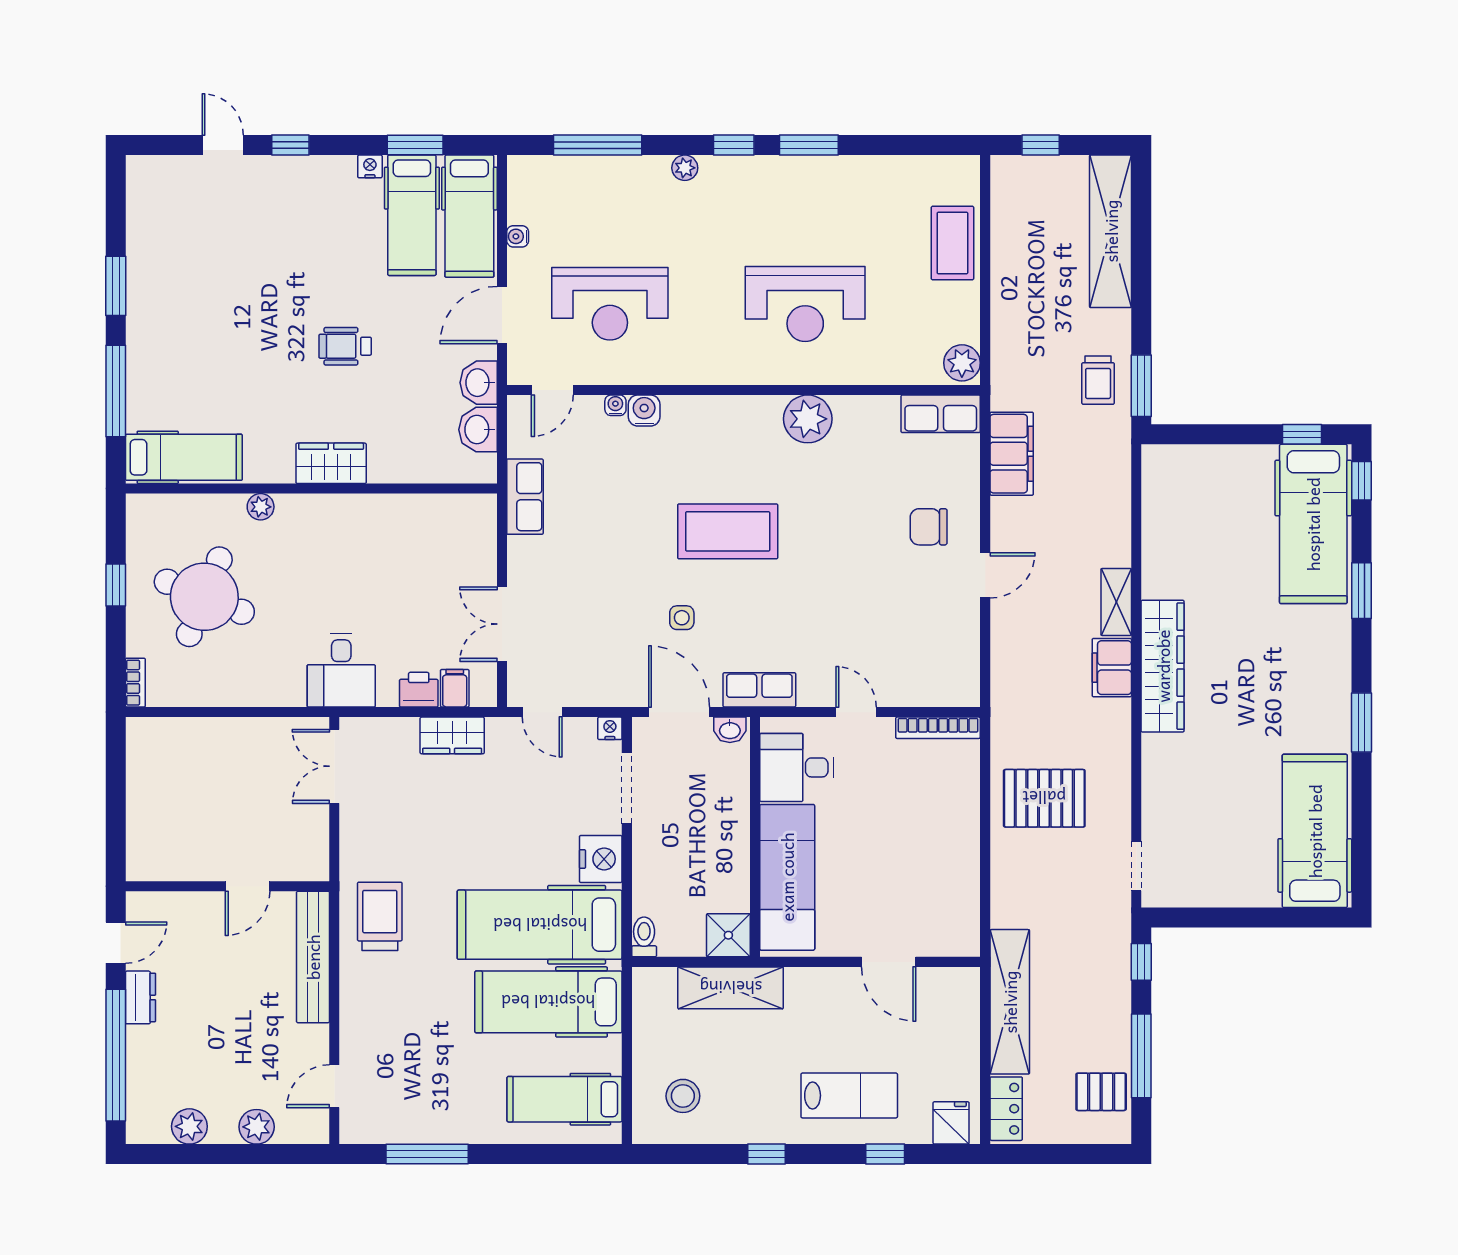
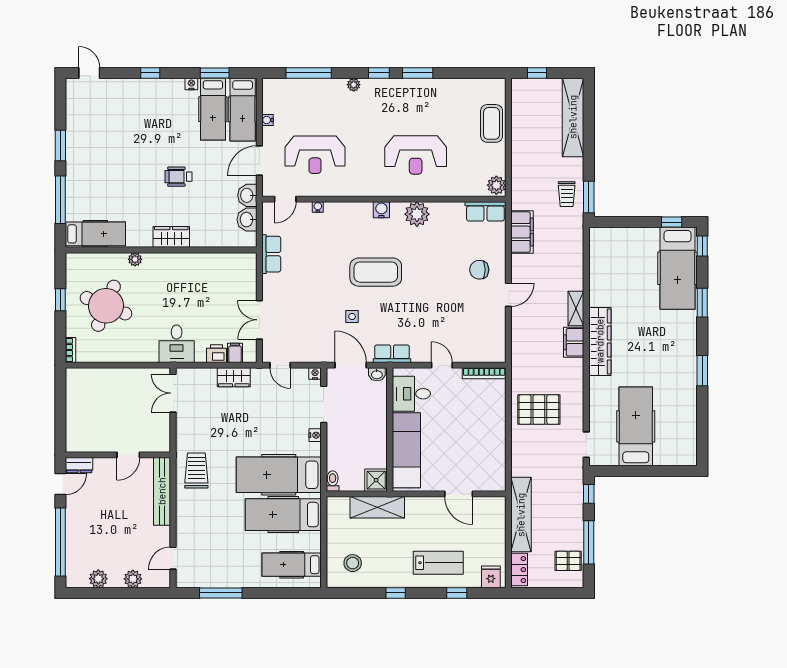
door: (223, 145) -> (89, 73), moved
water cooler: (644, 411) -> (381, 210), moved
hospital bed: (1315, 831) -> (636, 426), moved
nightstand: (601, 859) -> (315, 435), width x0.53, depth x0.56
dresser: (141, 997) -> (79, 465), moved, turned 90

